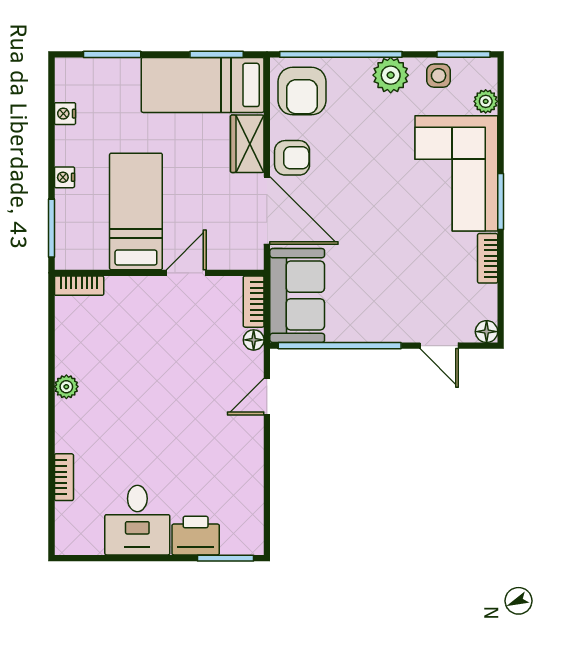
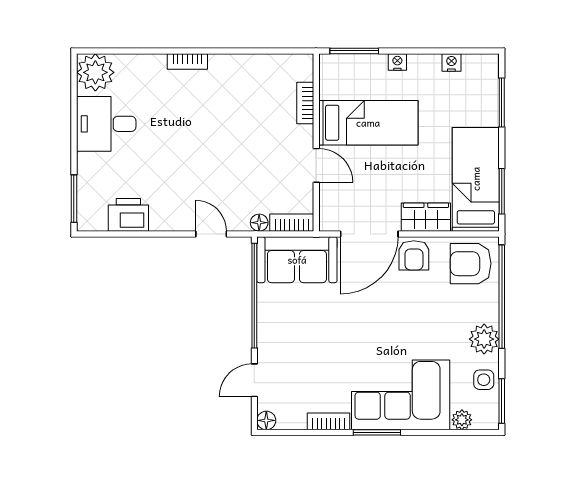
bookcase: (79, 286) -> (305, 103), moved
plant: (66, 387) -> (95, 72), moved, width x1.88, depth x1.88
bookcase: (64, 477) -> (187, 62), moved
printer: (196, 536) -> (128, 215), moved, turned -90

